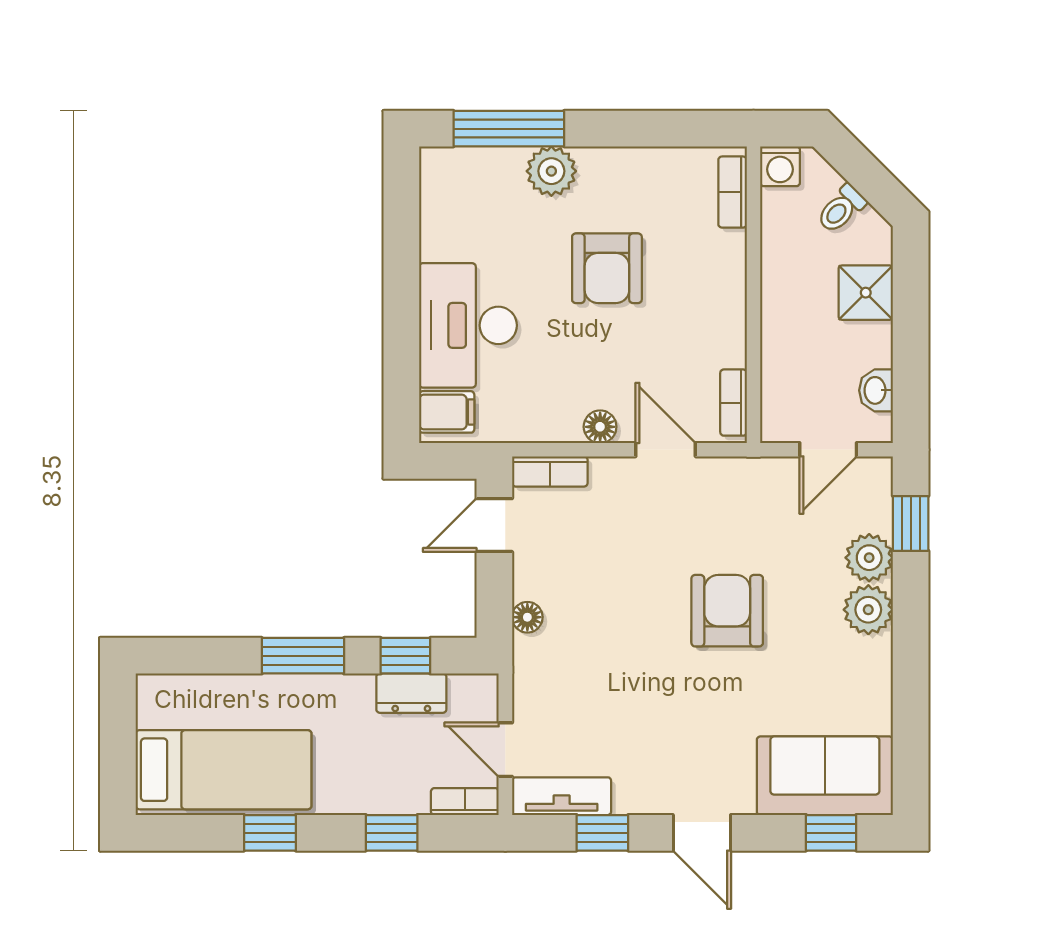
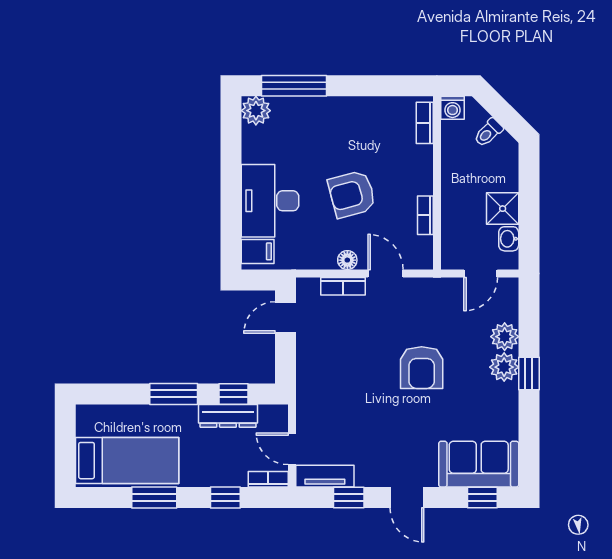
plant: (551, 171) -> (256, 111), moved
armchair: (607, 268) -> (352, 194), moved, turned 75
shower: (866, 293) -> (503, 209), moved
bookcase: (733, 403) -> (425, 215), moved
bookcase: (550, 471) -> (343, 286), moved
window: (911, 523) -> (529, 373), moved
armchair: (727, 611) -> (422, 368), turned 180
floor lamp: (527, 617) -> (305, 371), removed
dresser: (411, 693) -> (228, 416), width x1.44
window: (270, 833) -> (154, 497), width x1.50

